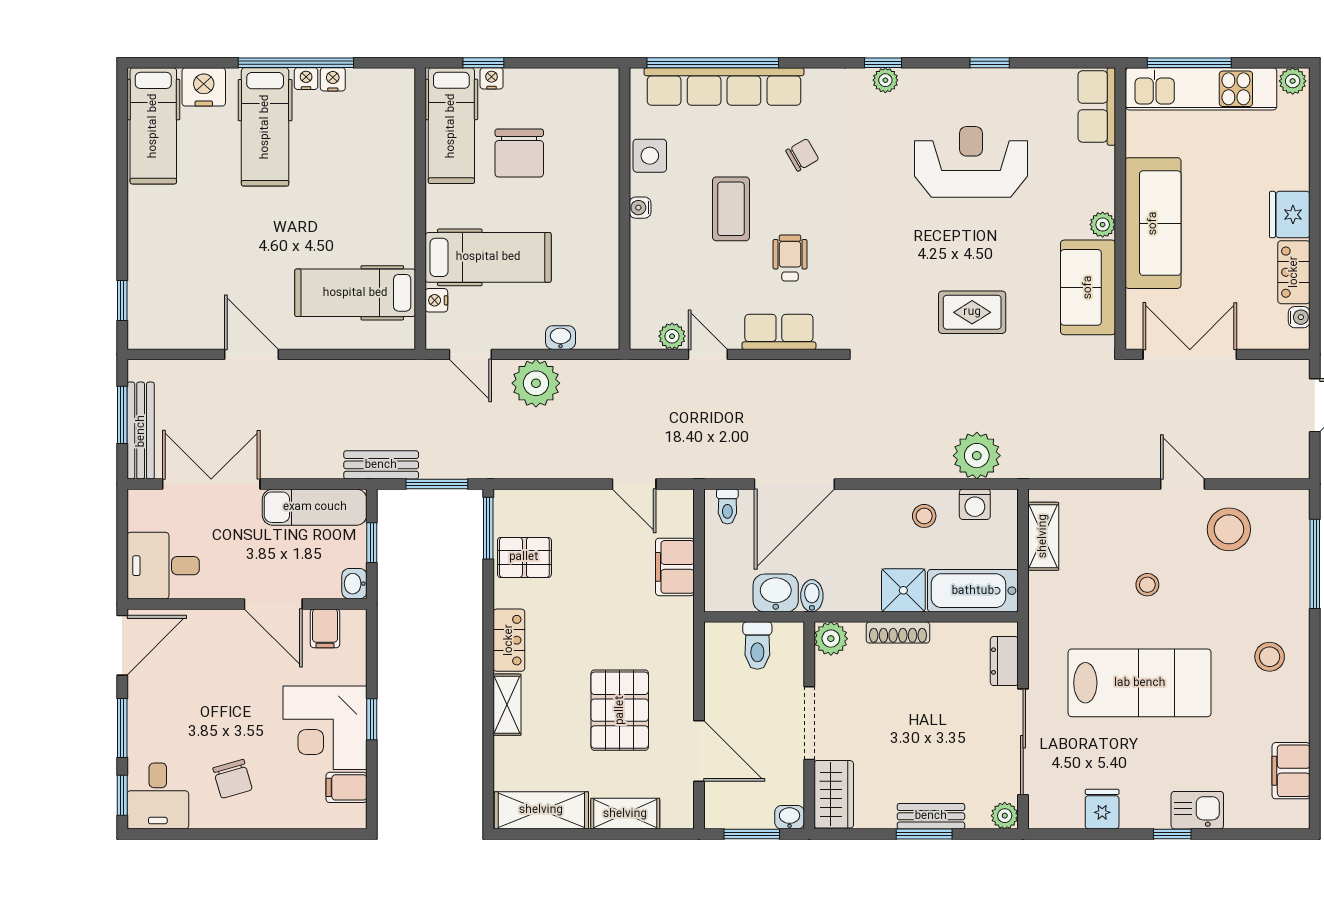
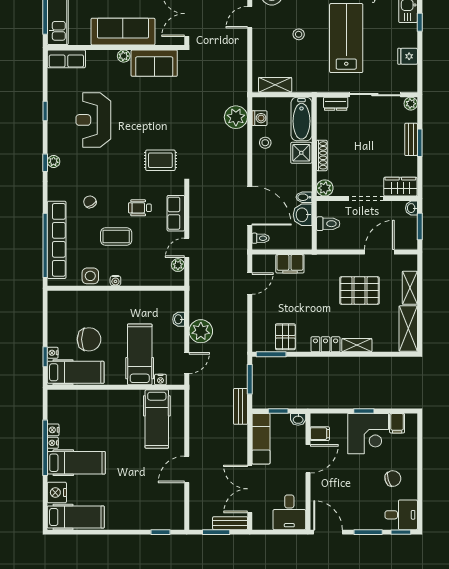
rug: (972, 312) -> (160, 160), moved, turned 90
bench: (141, 431) -> (230, 523), width x0.73

